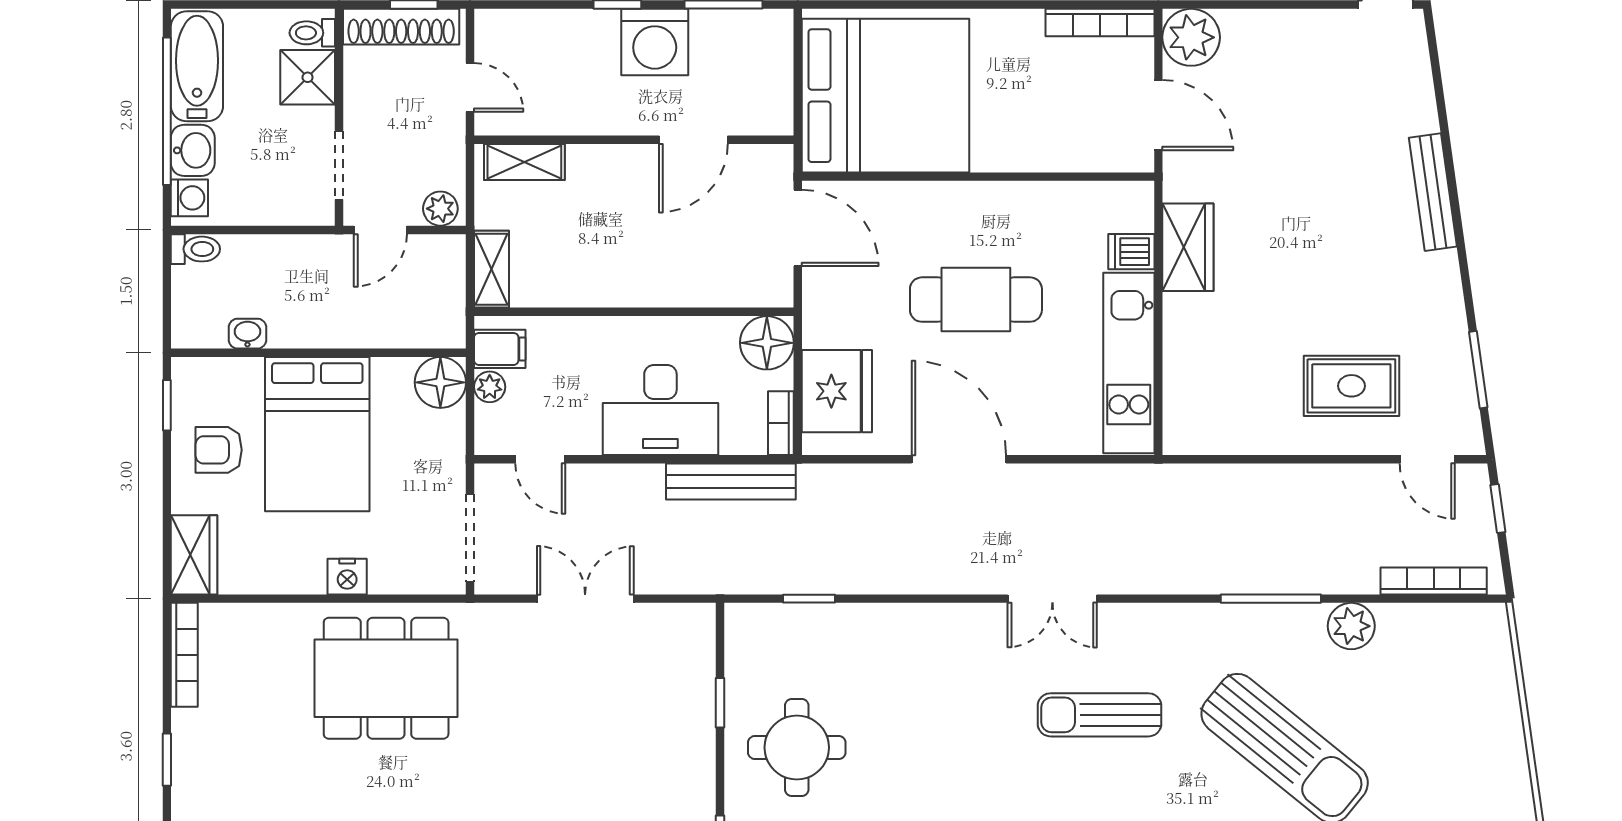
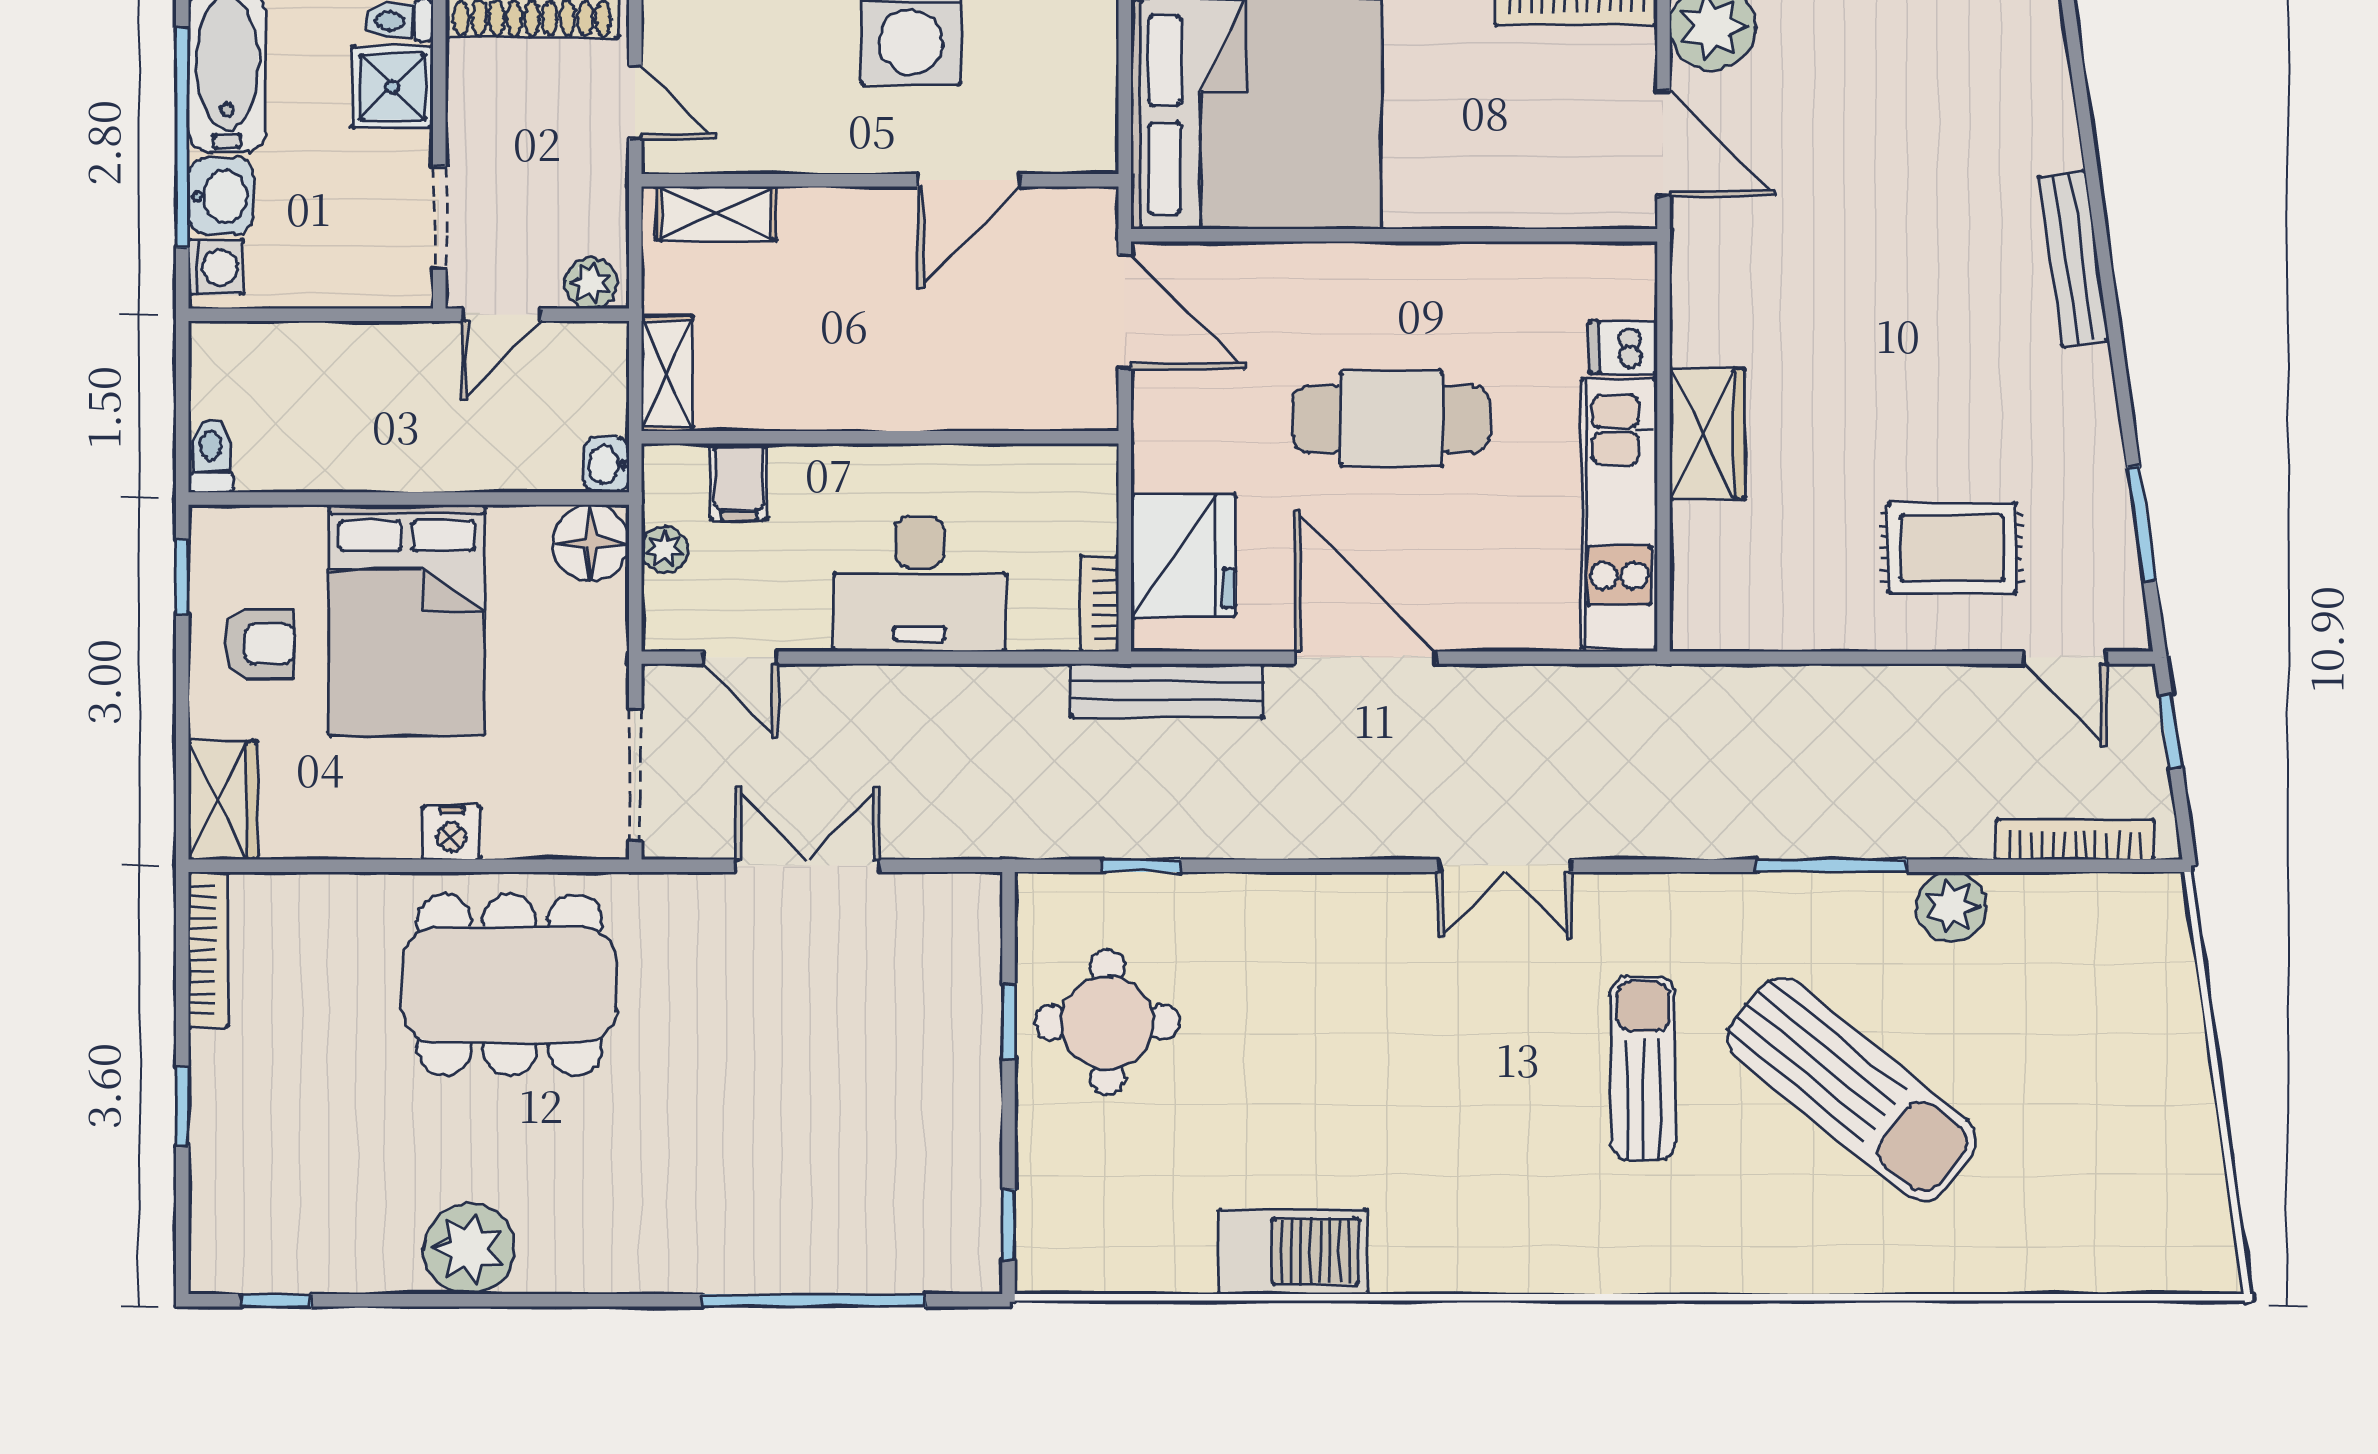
wardrobe: (1188, 247) -> (1708, 434), moved
toilet: (195, 249) -> (211, 456), moved, turned -90
washbasin: (247, 334) -> (606, 464), moved, turned -90
floor lamp: (767, 343) -> (1079, 484), removed
filing cabinet: (500, 349) -> (739, 482), moved, turned 90
armchair: (219, 450) -> (260, 644), turned 180
bench: (731, 482) -> (1167, 691), moved
sun lounger: (1099, 715) -> (1643, 1068), moved, turned 90
round table: (797, 748) -> (1107, 1022), moved

